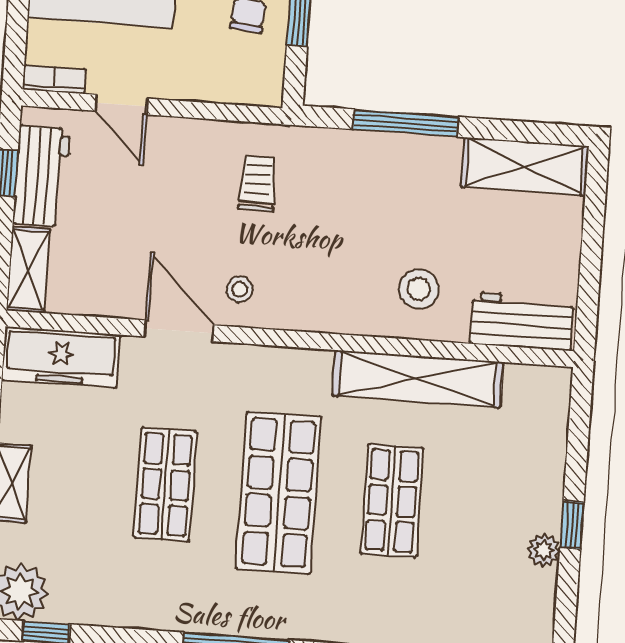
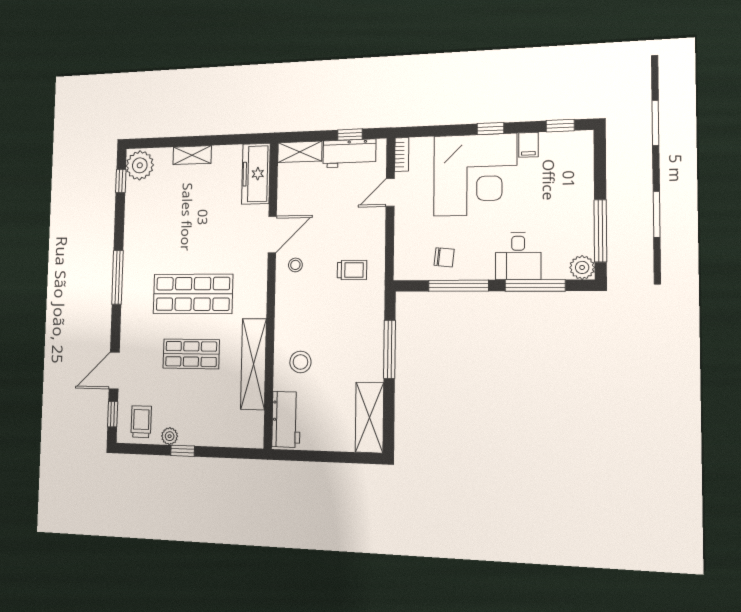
shop shelf: (165, 485) -> (194, 234), removed
trolley: (514, 607) -> (141, 422), added

